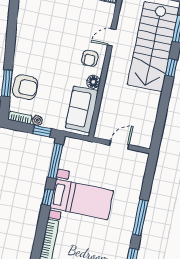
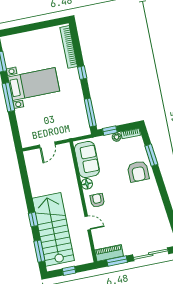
door: (112, 37) -> (88, 223), hinge flipped
armchair: (25, 87) -> (138, 171), moved, turned -90
window: (48, 197) -> (82, 73), moved
bed with nightstands: (82, 199) -> (34, 84), moved, turned 180

